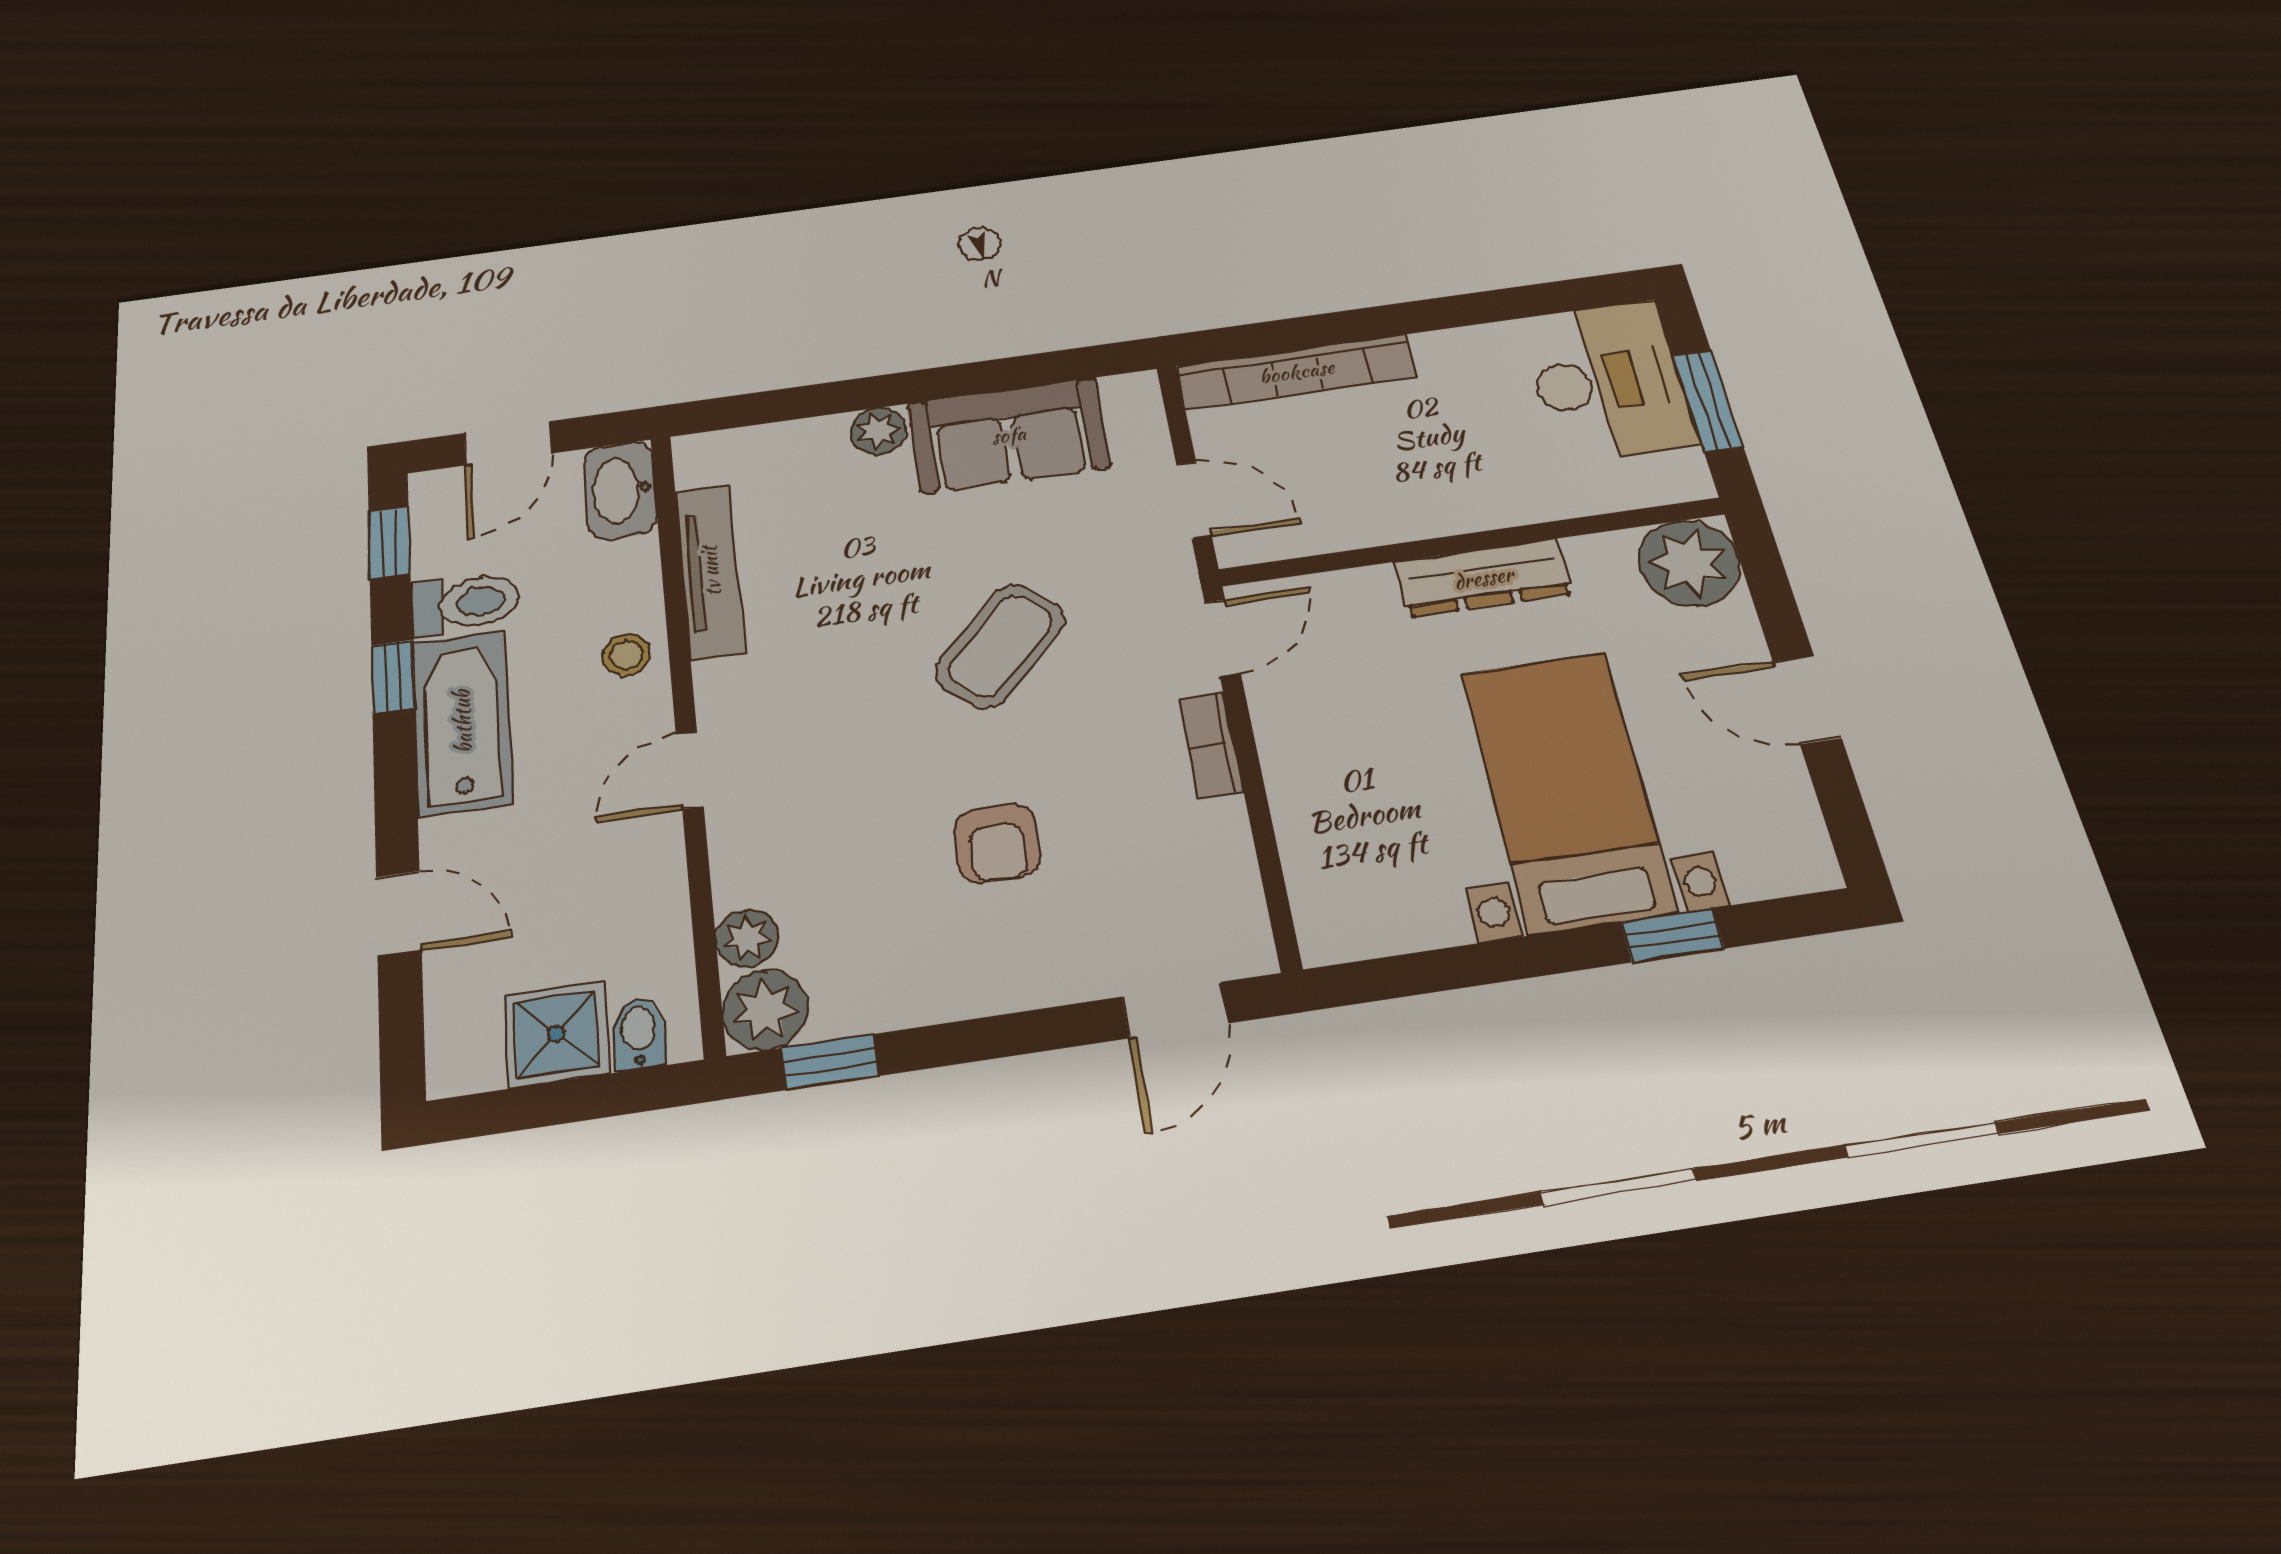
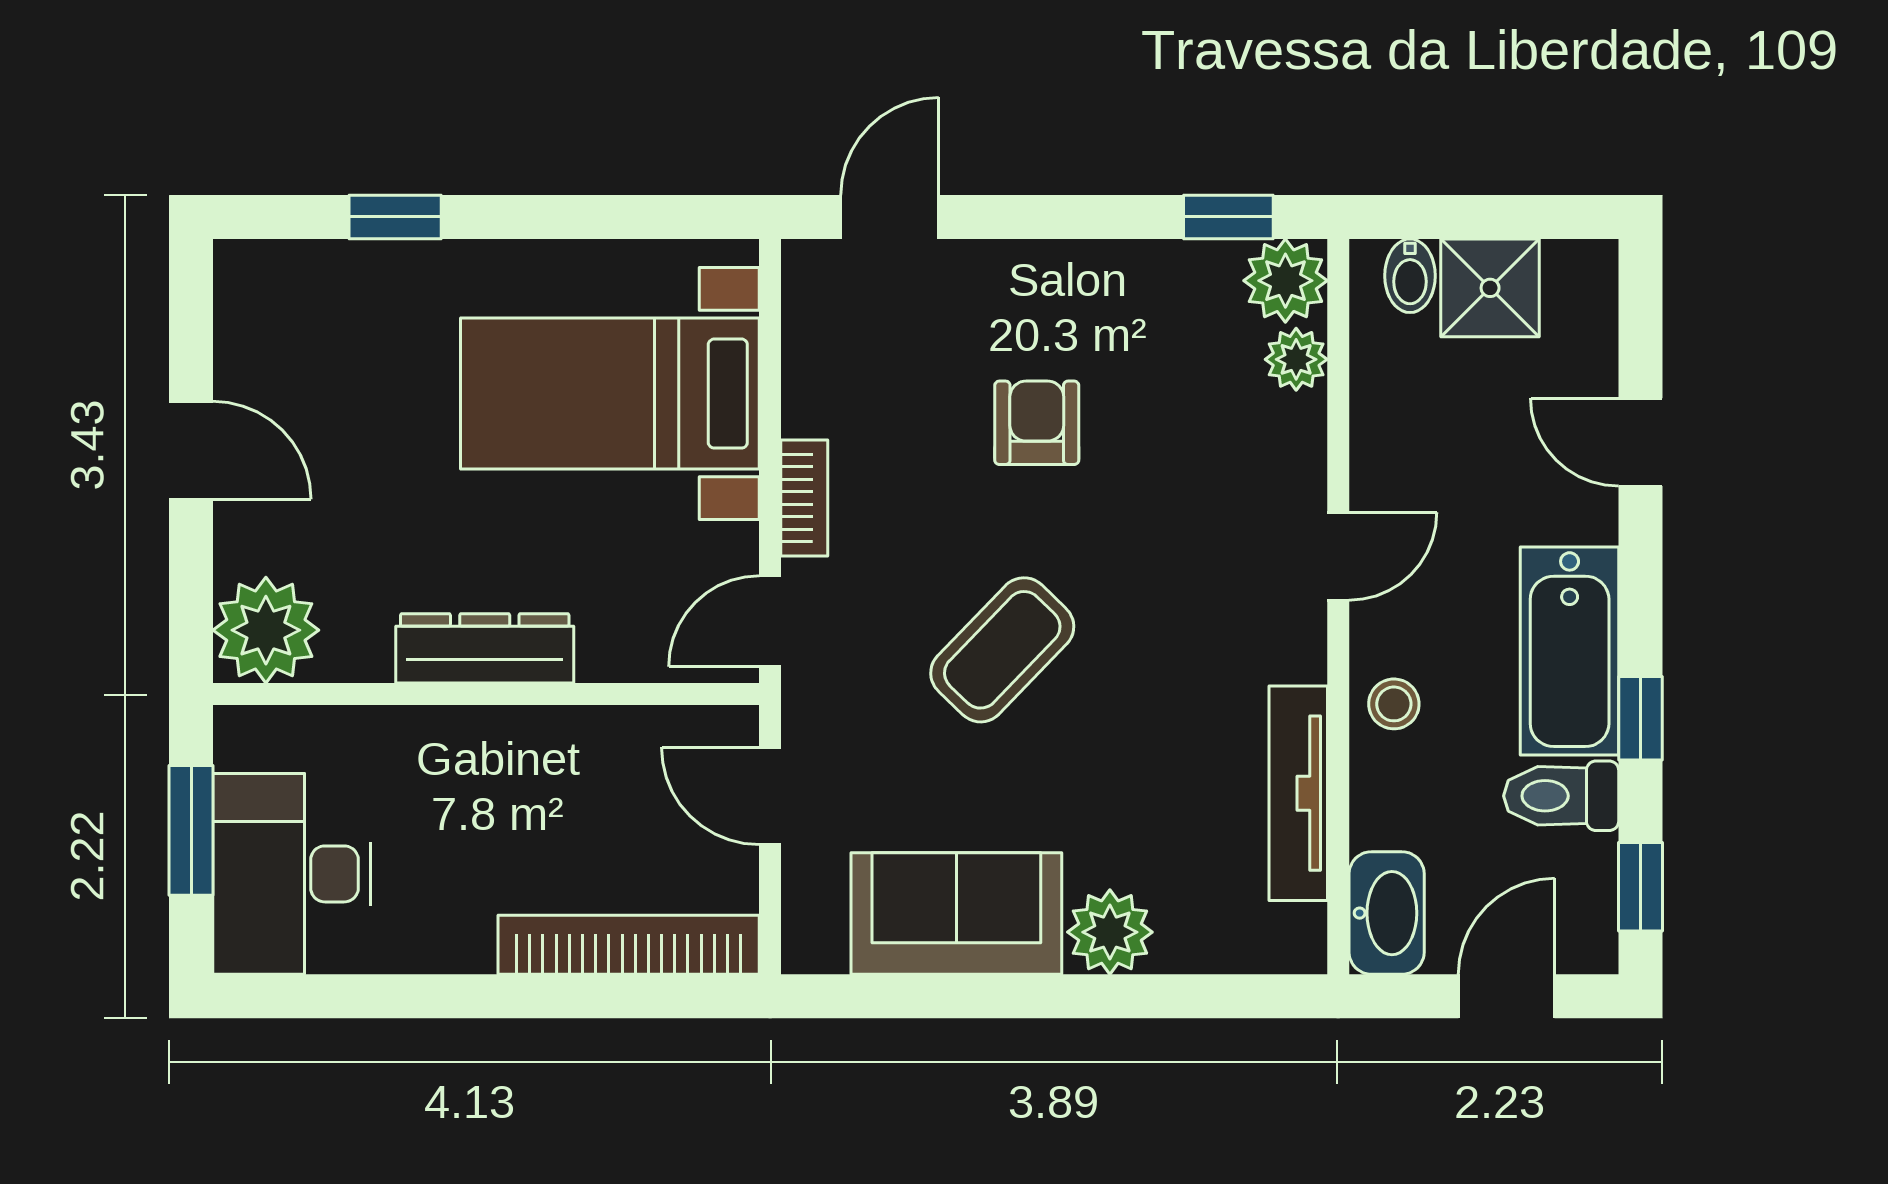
plant: (878, 431) -> (1110, 932), width x1.38, depth x1.38
bed with nightstands: (1568, 790) -> (610, 394), moved, turned 90

